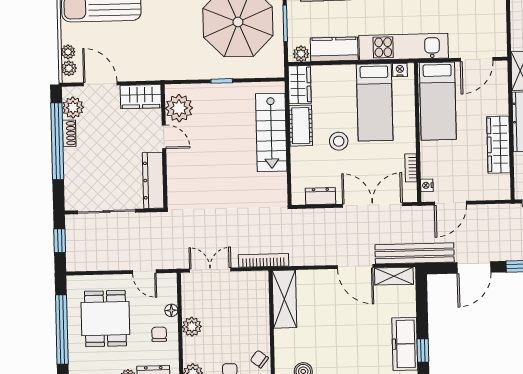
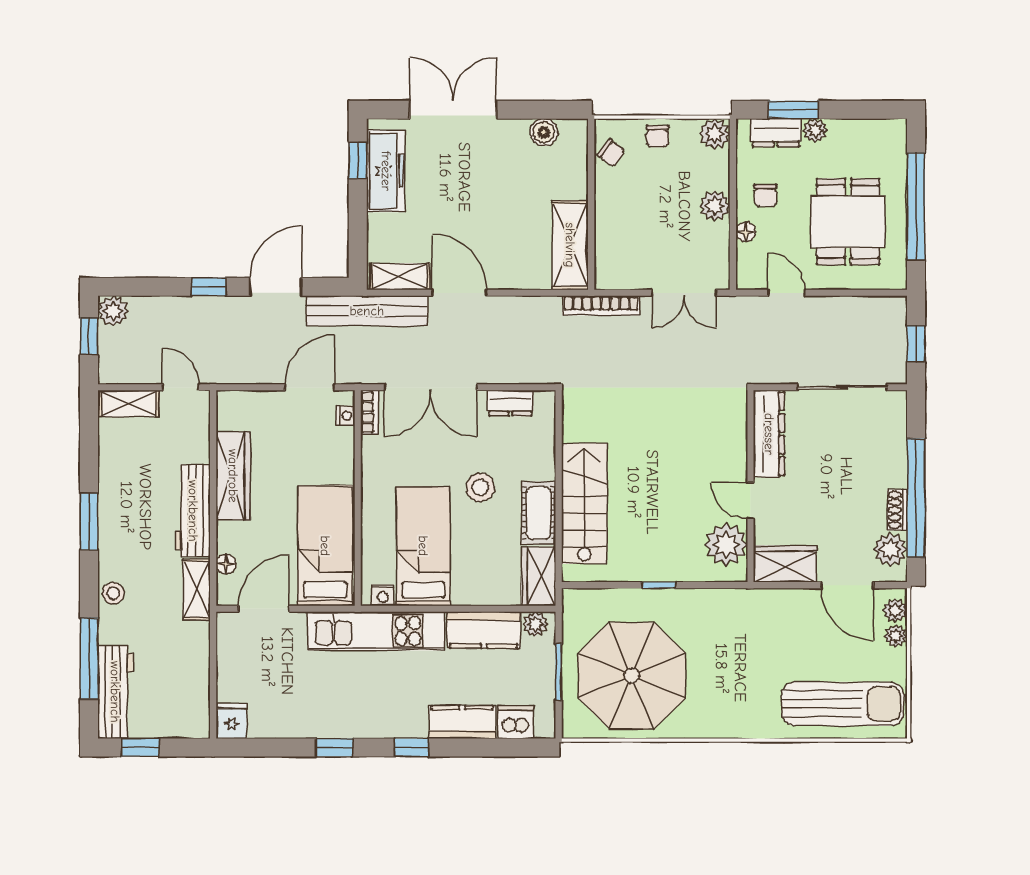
floor lamp: (502, 88) -> (226, 564), added
bookcase: (411, 168) -> (370, 412), moved

